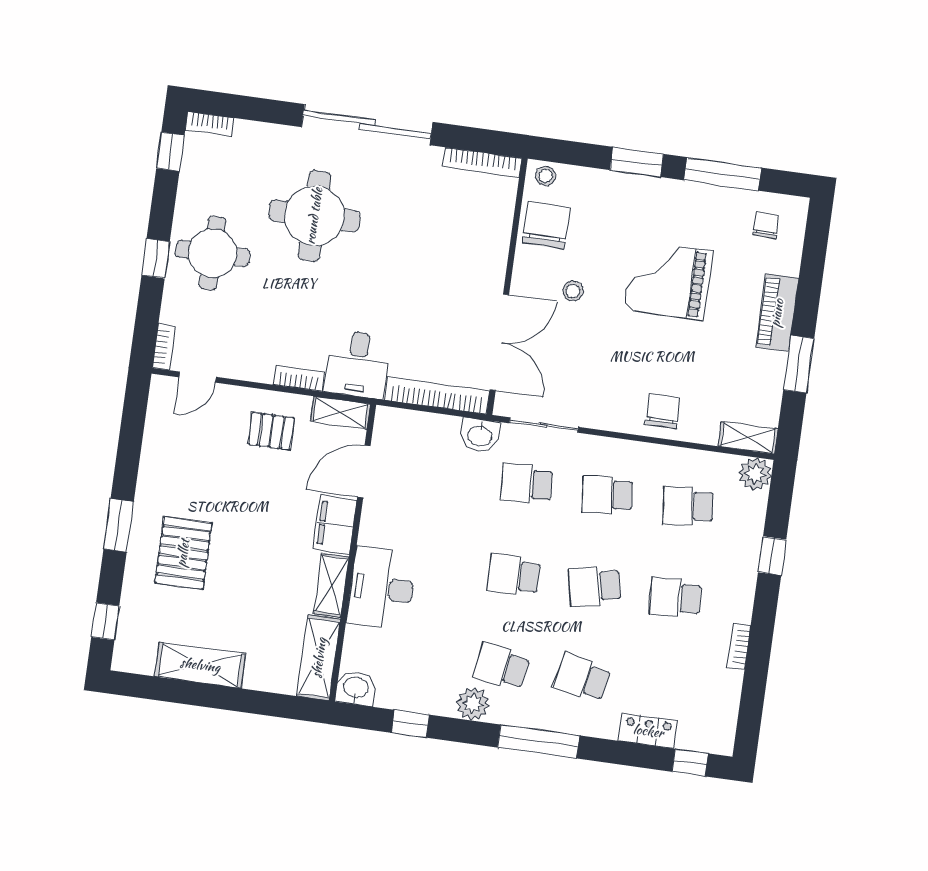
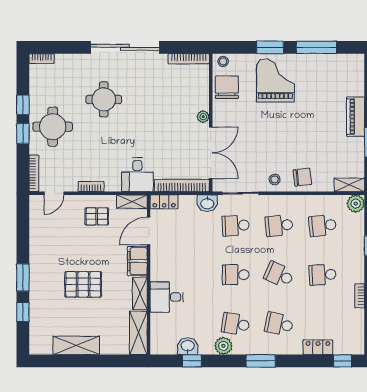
window: (170, 152) -> (23, 105), moved
round table: (314, 216) -> (104, 99), width x0.73, depth x0.73
chair: (766, 226) -> (343, 71), removed
plant: (495, 273) -> (203, 117), added
grand piano: (668, 281) -> (275, 80), moved, turned 90
stool: (573, 291) -> (275, 179), moved
bookcase: (164, 347) -> (34, 173), width x1.56
bookcase: (299, 378) -> (91, 187), moved
chair: (663, 411) -> (302, 177), turned 84
locker: (400, 421) -> (164, 202), added
pallet: (183, 553) -> (83, 284), moved, turned 90
school desk: (595, 586) -> (279, 275), turned 36
desk: (382, 588) -> (167, 297), width x0.73
window: (105, 621) -> (23, 312), moved
washbasin: (356, 688) -> (188, 346), moved
window: (539, 742) -> (261, 361), width x0.69

